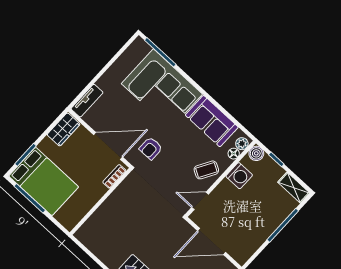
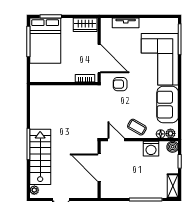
tv unit: (87, 101) -> (126, 23), moved

